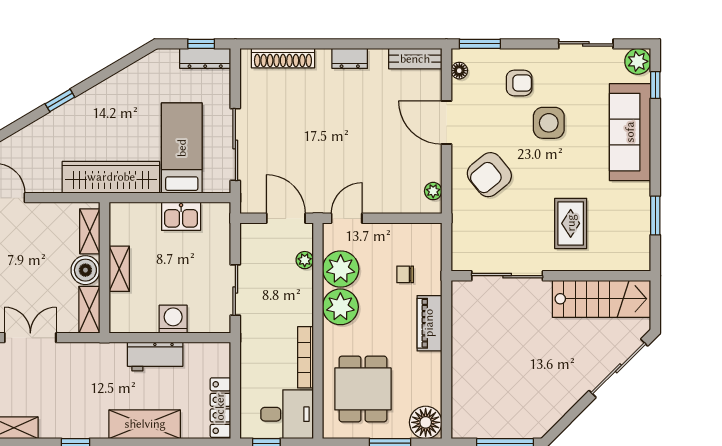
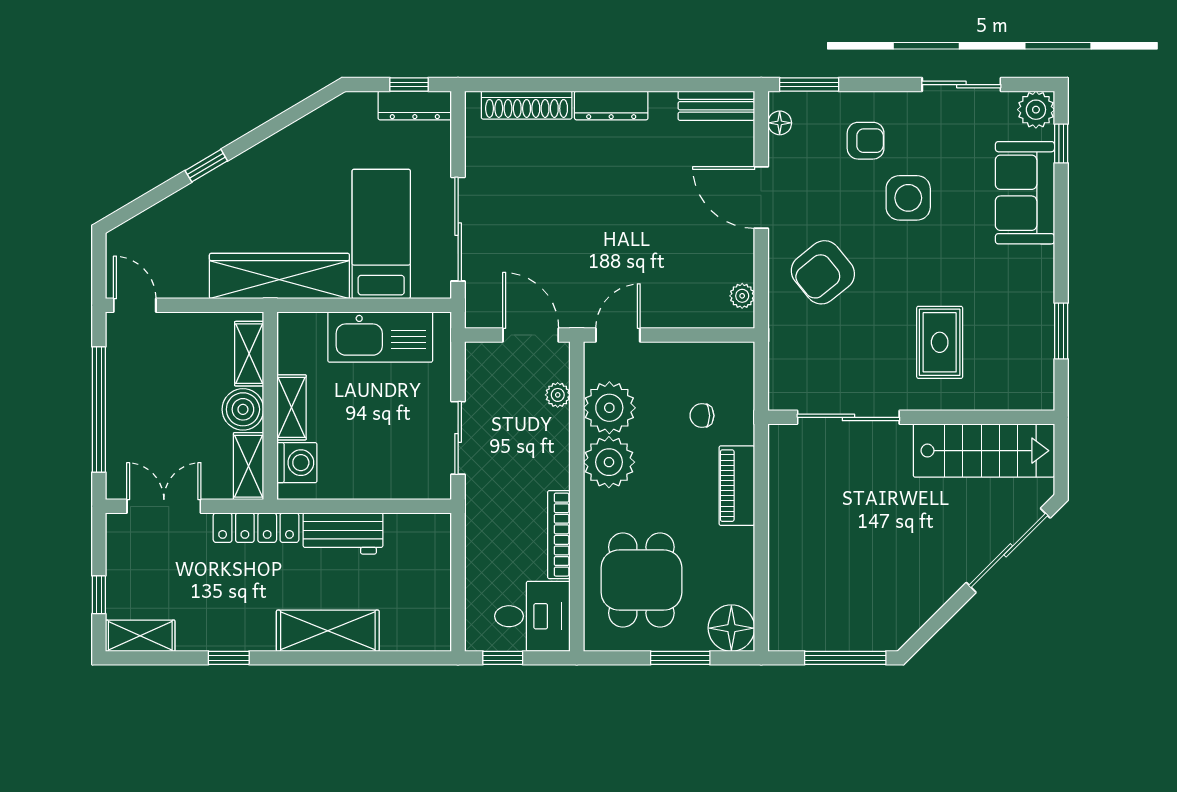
dresser: (350, 58) -> (611, 105), width x1.44
sofa: (630, 132) -> (1025, 193), width x0.73
kitchen sink: (181, 216) -> (380, 337), width x1.88, depth x1.24
washing machine: (173, 319) -> (297, 463), moved, turned 90
locker: (220, 408) -> (256, 528), moved, turned -90

